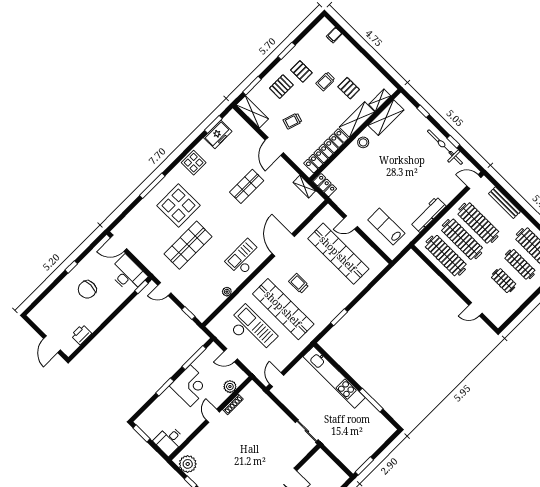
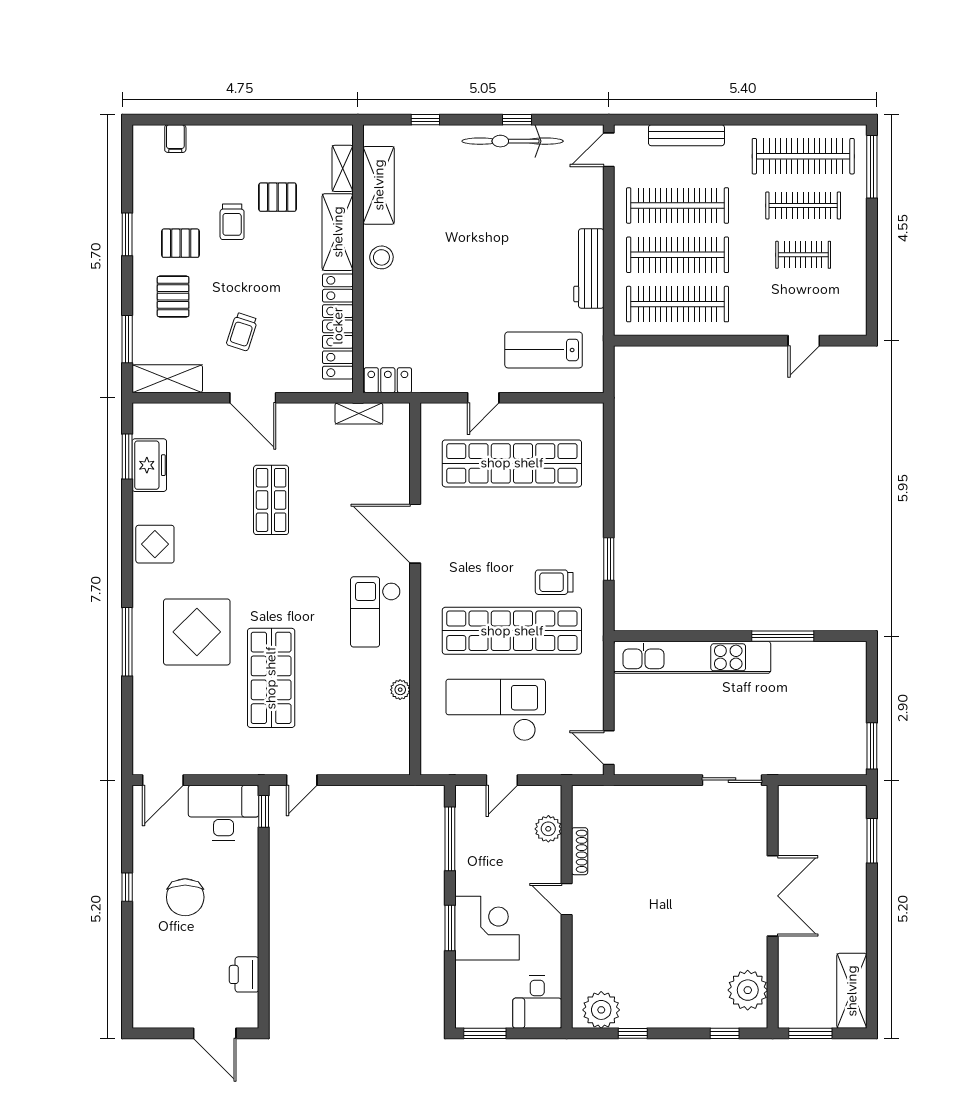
trolley: (299, 283) -> (554, 582), moved
window: (188, 313) -> (374, 780), removed
corner desk: (190, 386) -> (487, 928), moved

